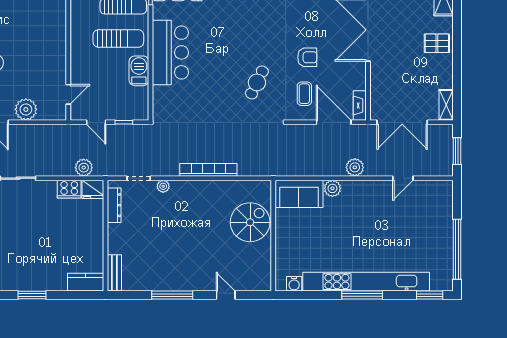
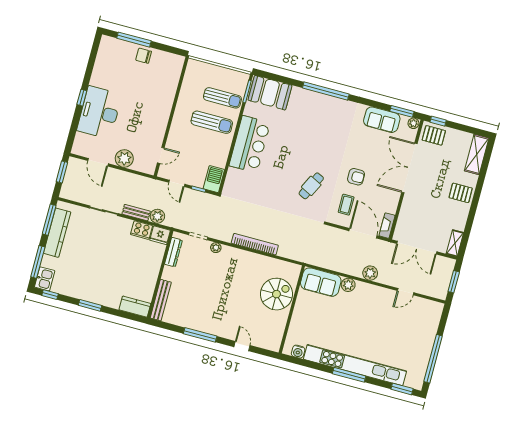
barbecue: (139, 71) -> (214, 179), moved
bench: (57, 170) -> (136, 213), added
bench: (114, 273) -> (161, 300), width x1.36

